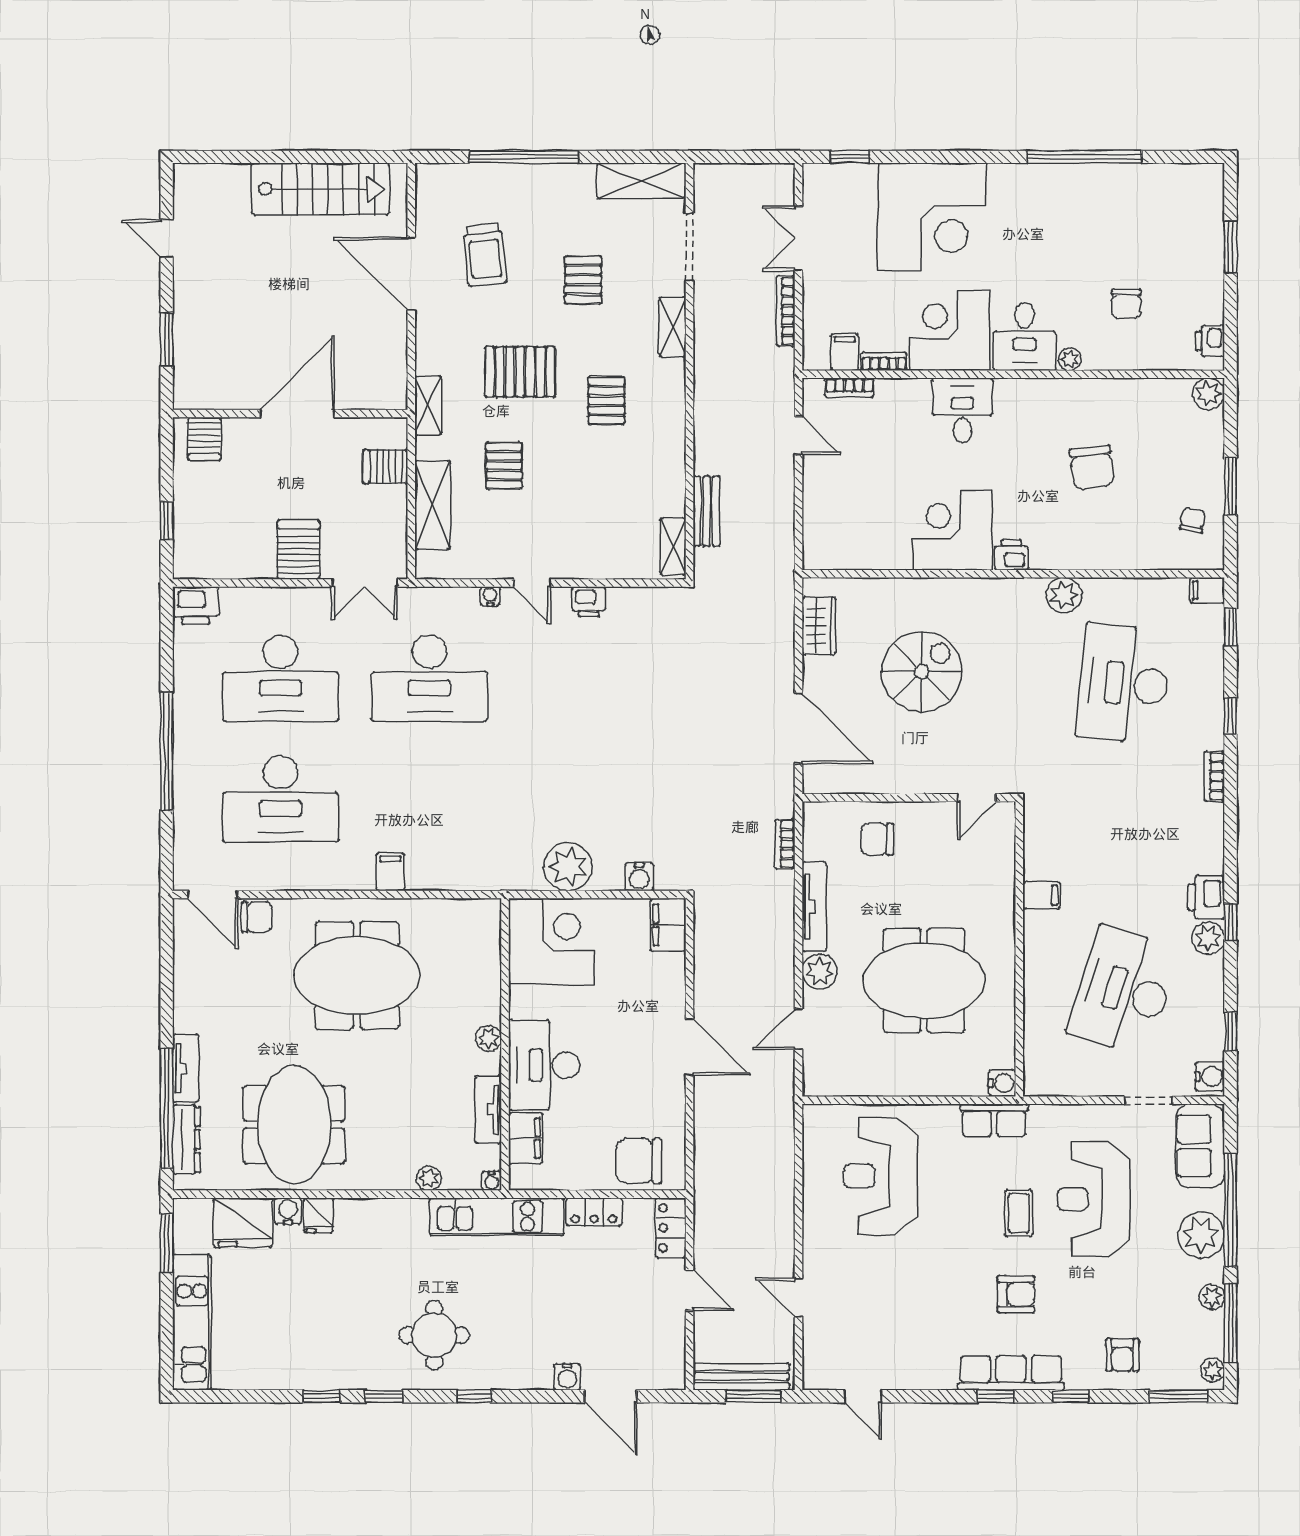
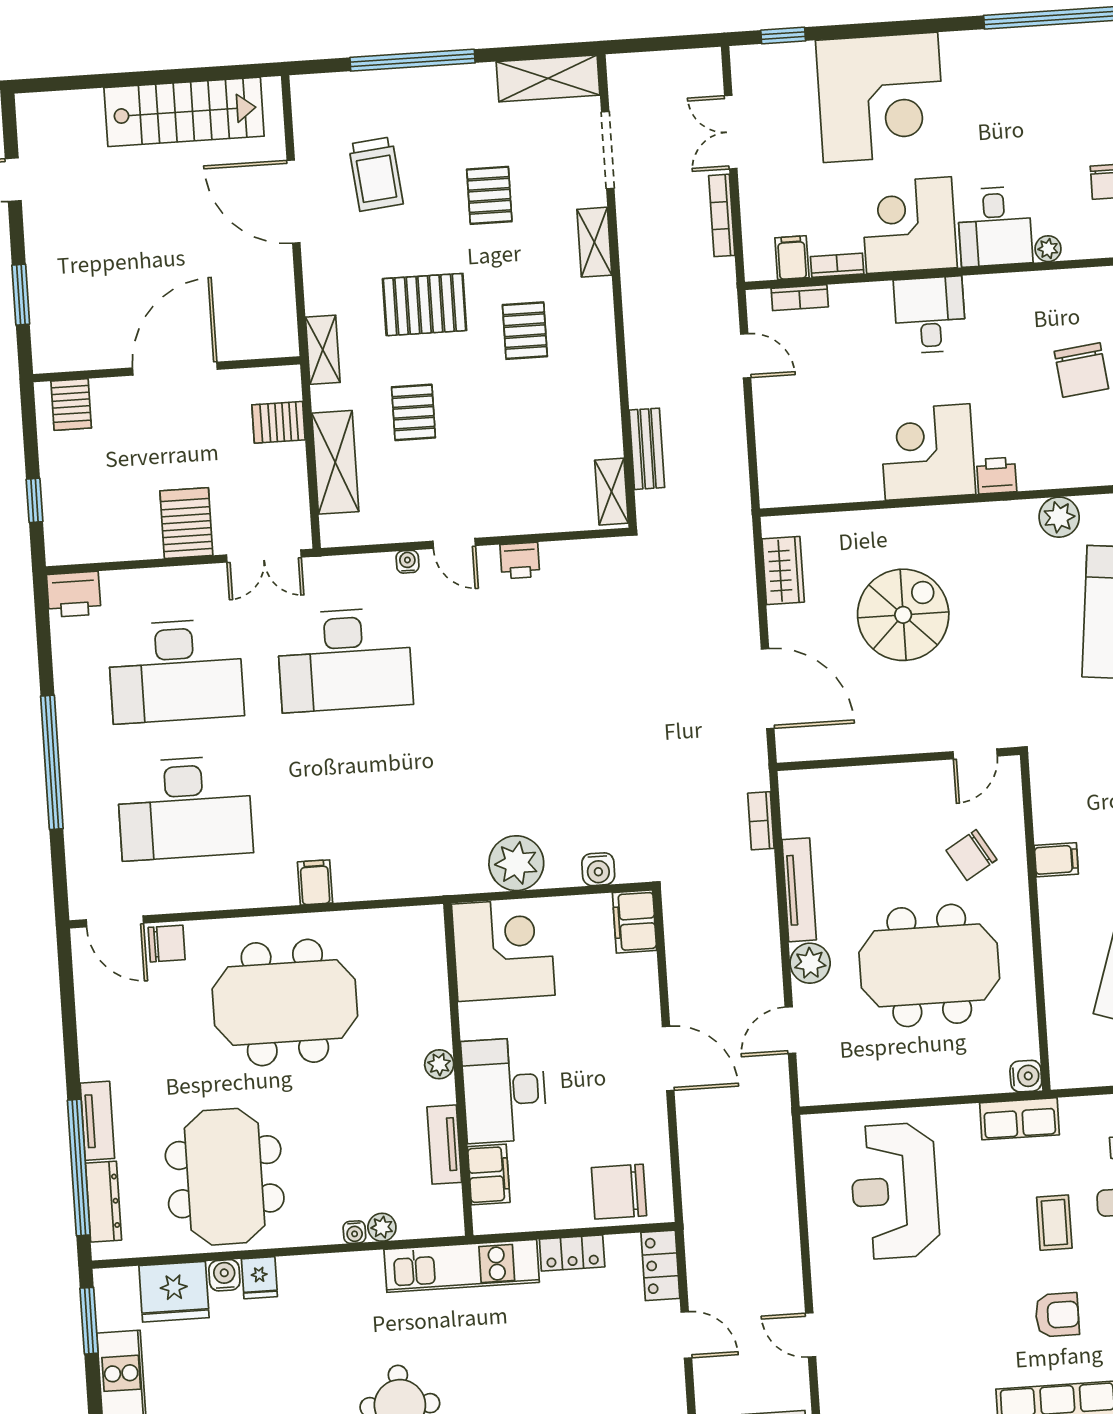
chair: (877, 839) -> (972, 855), moved, turned -31
water cooler: (492, 1181) -> (354, 1232), moved

